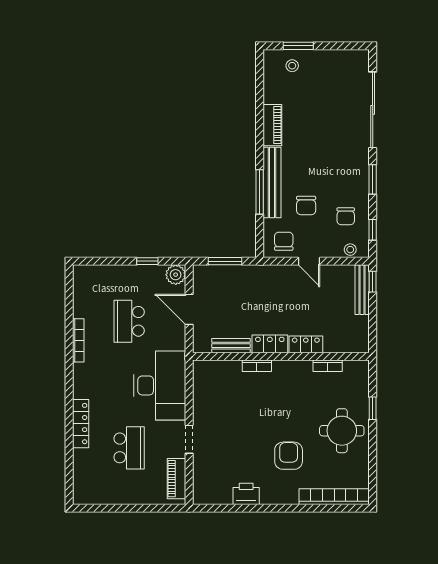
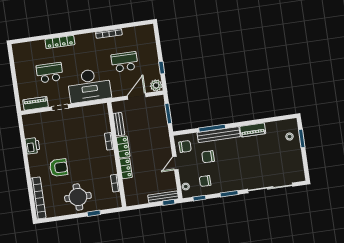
school desk: (129, 448) -> (50, 73), turned 180

